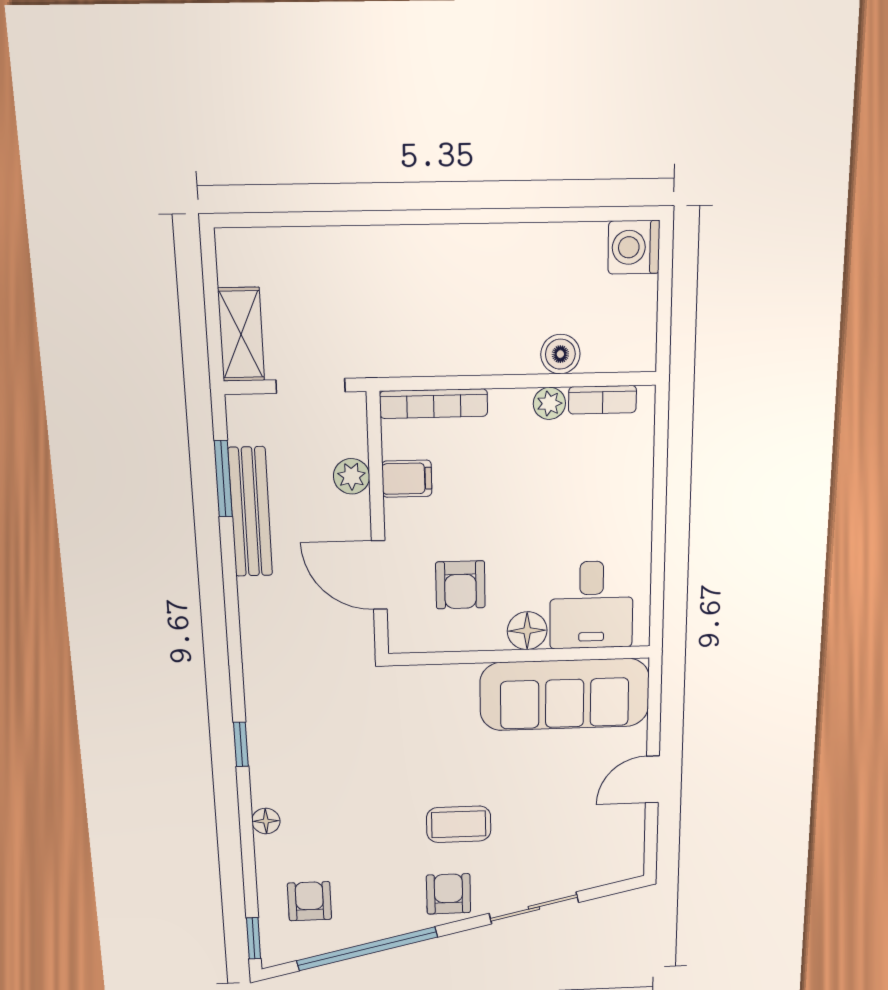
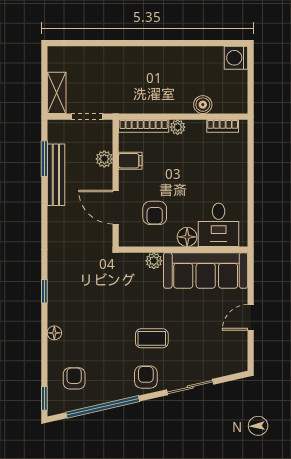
plant: (549, 403) -> (178, 127), moved
plant: (460, 679) -> (154, 261), added

